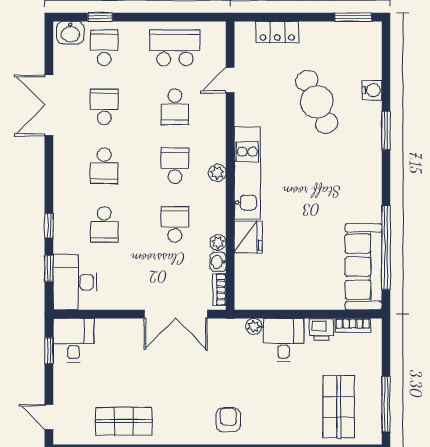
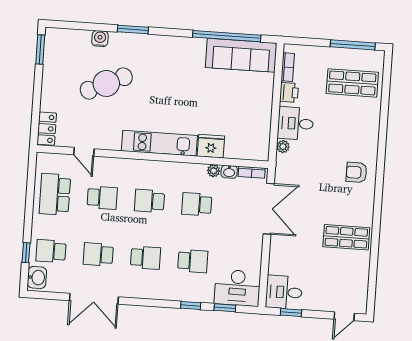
locker: (277, 32) -> (47, 129), moved
plant: (217, 173) -> (158, 167), removed
shop shelf: (124, 421) -> (346, 237), moved, turned 90

